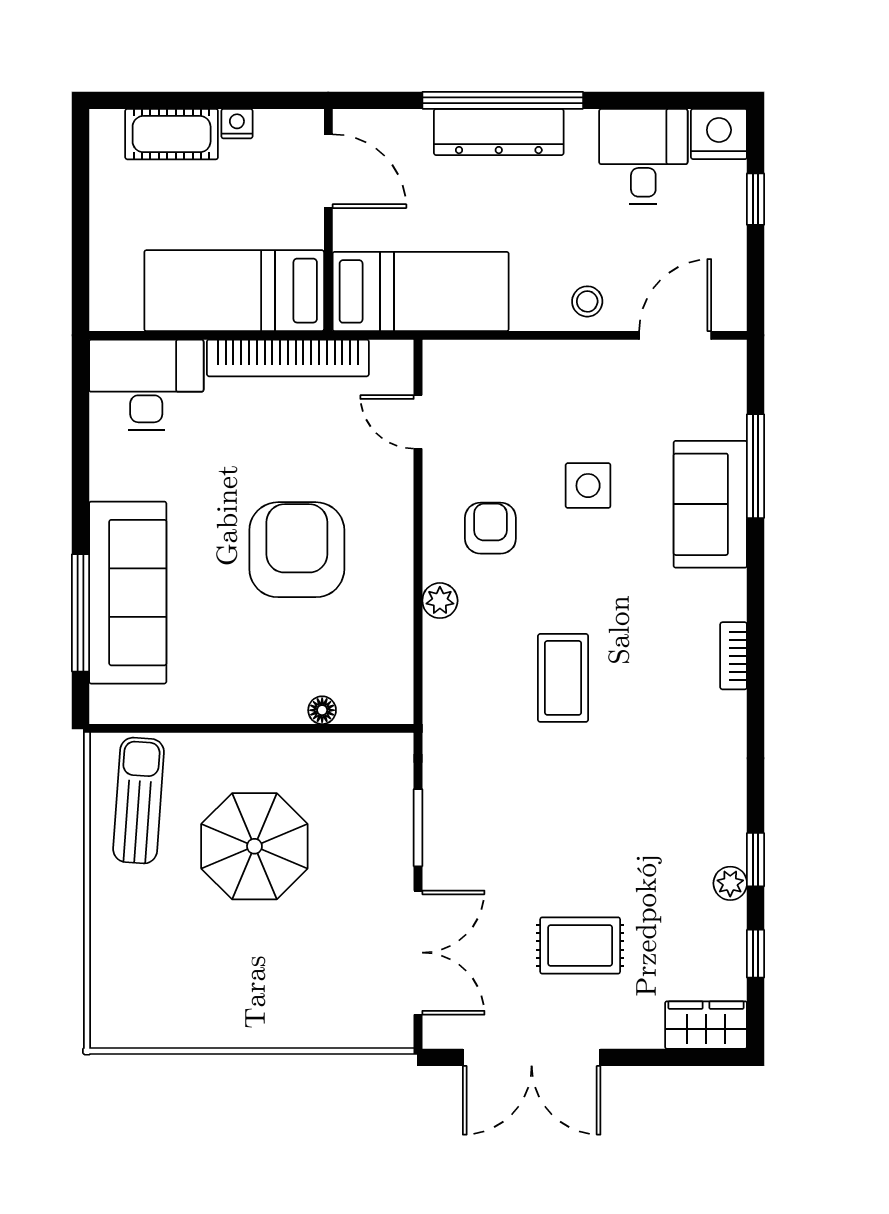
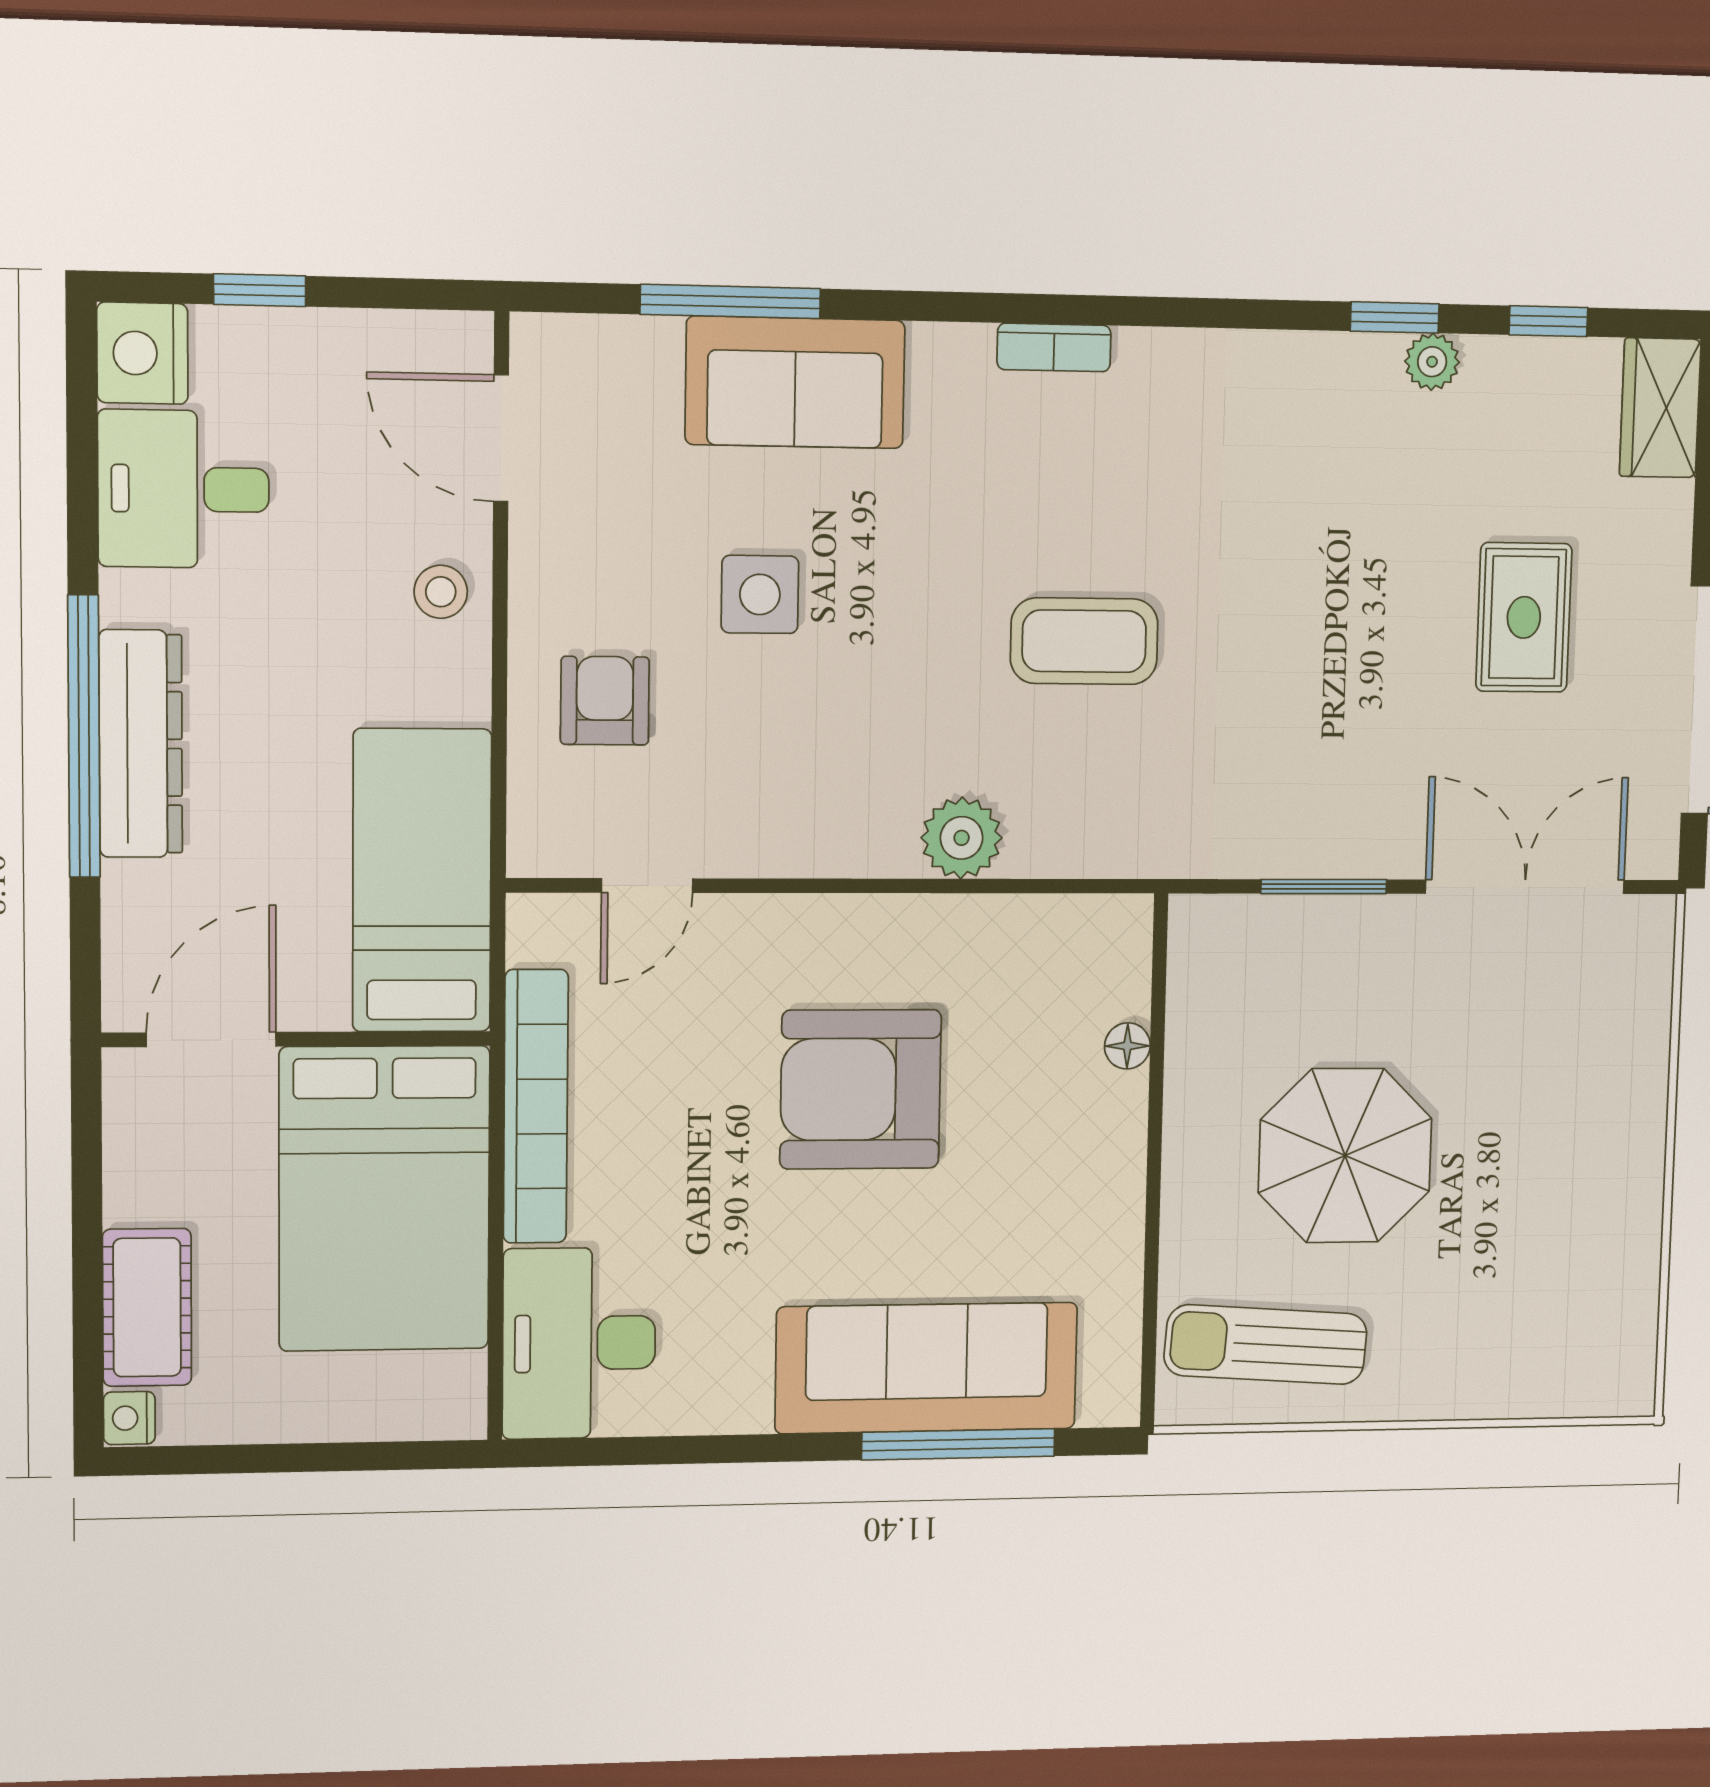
nightstand: (237, 124) -> (129, 1418), moved
bed: (234, 291) -> (384, 1199), width x1.50
armchair: (490, 528) -> (605, 701), moved, turned 90
plant: (440, 601) -> (962, 838), width x1.38, depth x1.38

